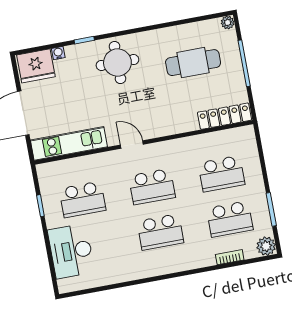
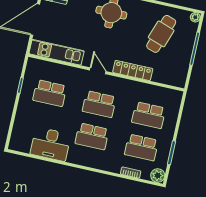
cafe table: (193, 63) -> (161, 34), turned -71
locker: (224, 116) -> (133, 70), moved
desk: (71, 251) -> (50, 144), moved, turned -90

